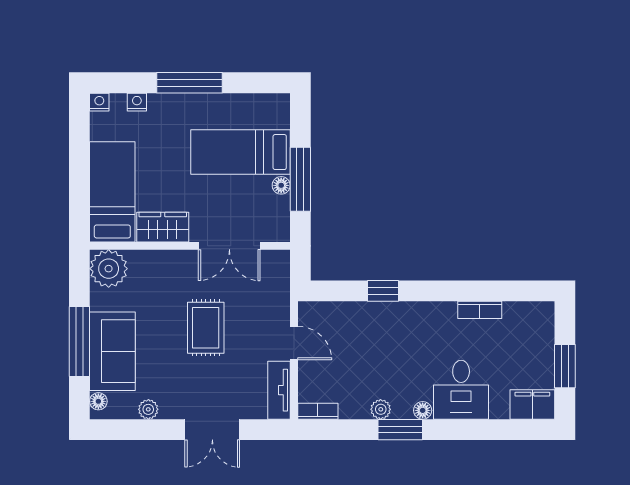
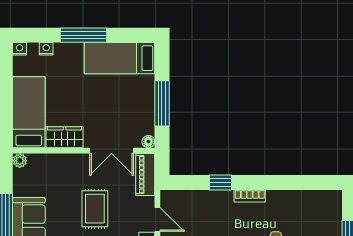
bed: (240, 152) -> (120, 58), moved
floor lamp: (281, 185) -> (148, 142), moved
plant: (109, 269) -> (20, 161), width x0.53, depth x0.53
piano: (277, 280) -> (145, 175), added
bookcase: (480, 310) -> (250, 196), moved

